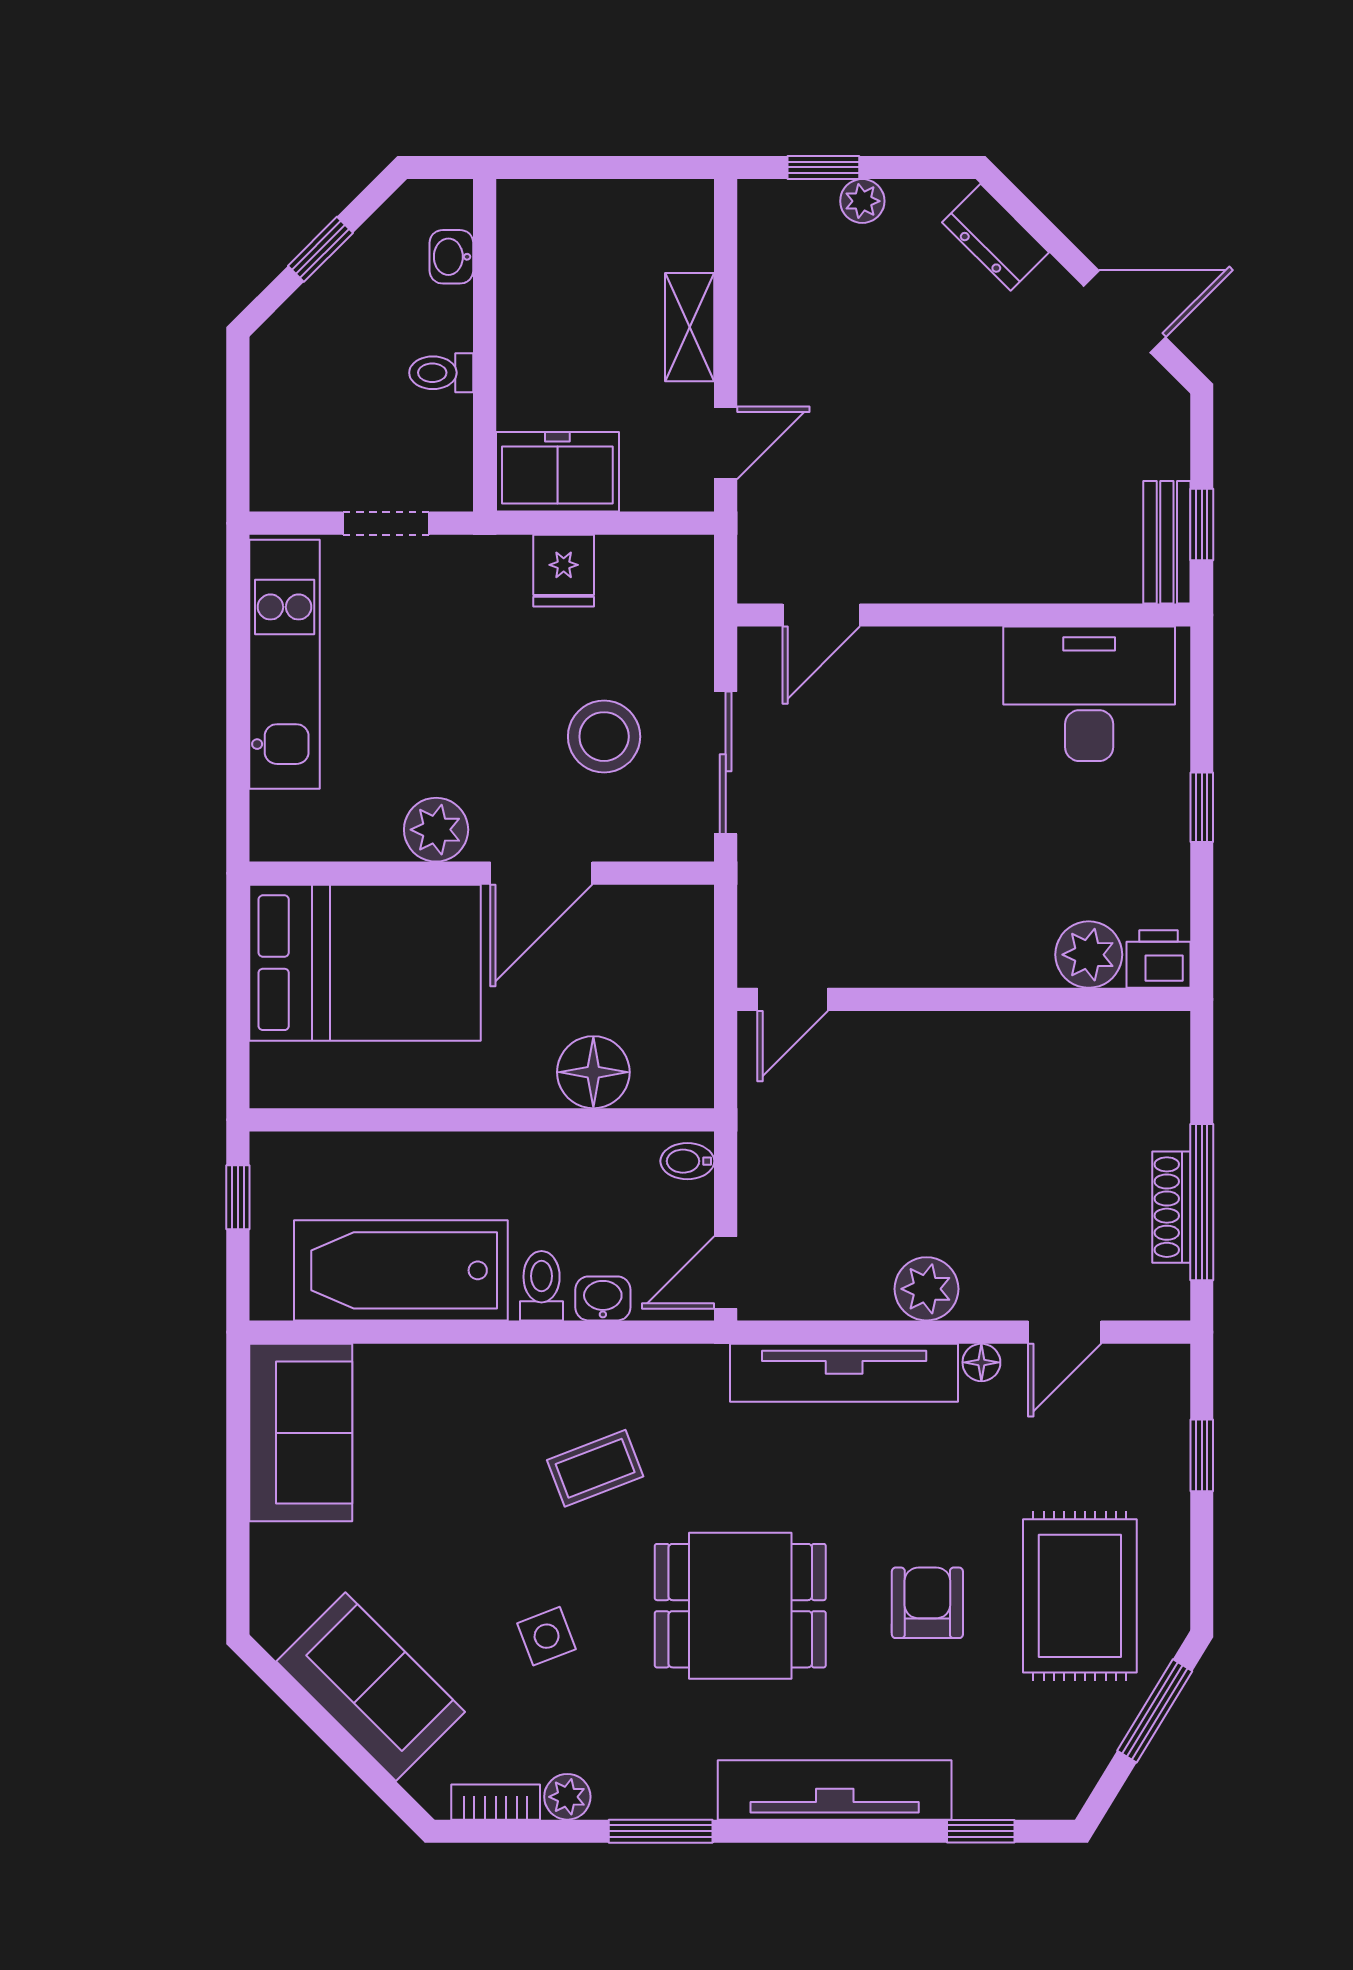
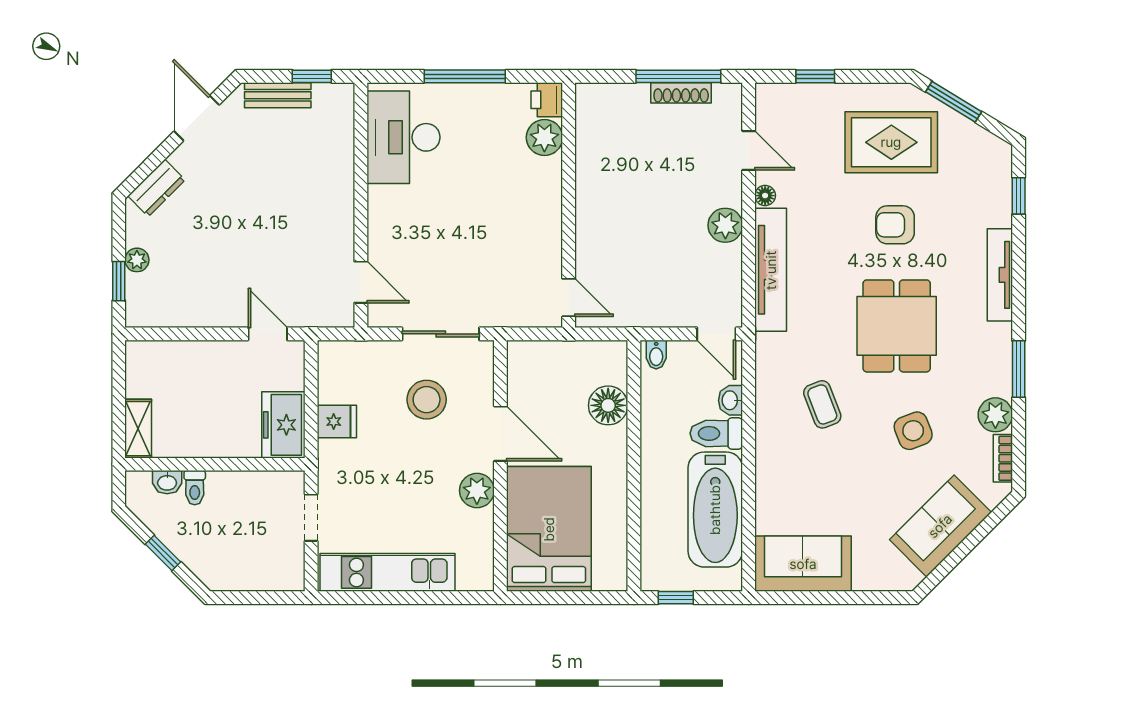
shelving: (690, 327) -> (138, 429), moved, turned 90
toilet: (441, 373) -> (195, 488), moved
bench: (1167, 542) -> (278, 95), moved
window: (1202, 807) -> (465, 76), width x2.17
toilet: (542, 1286) -> (716, 433), width x1.37, depth x1.39
side table: (547, 1636) -> (913, 431), width x1.37, depth x1.37
tv unit: (835, 1790) -> (1000, 275), width x0.73, depth x0.78
plant: (567, 1797) -> (995, 415), width x1.38, depth x1.38

